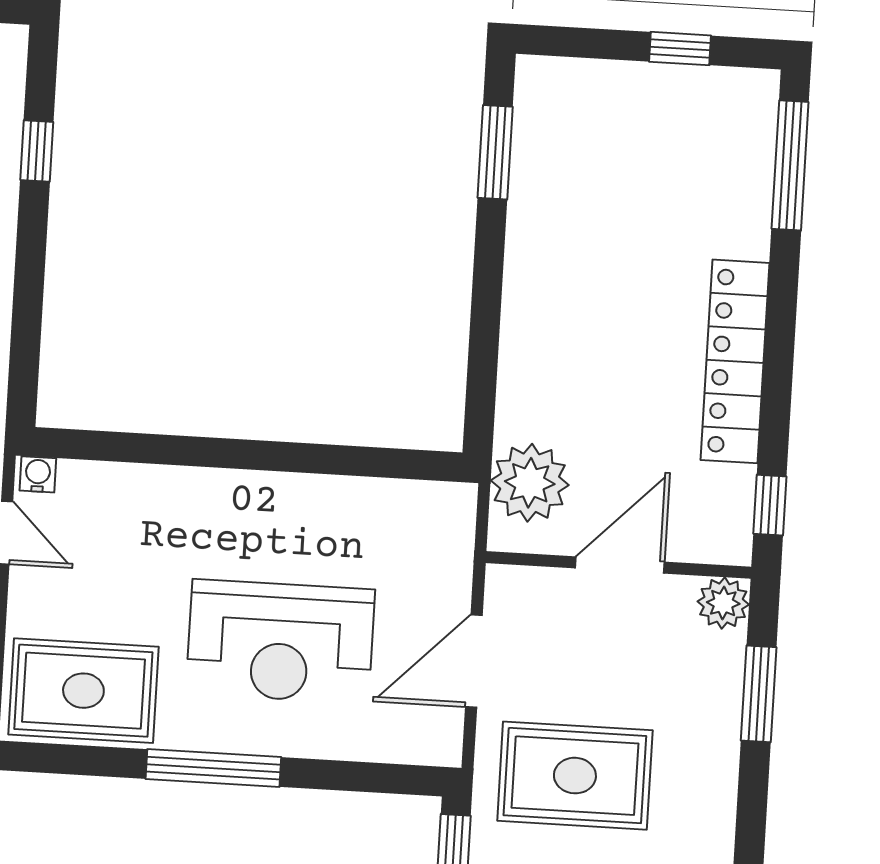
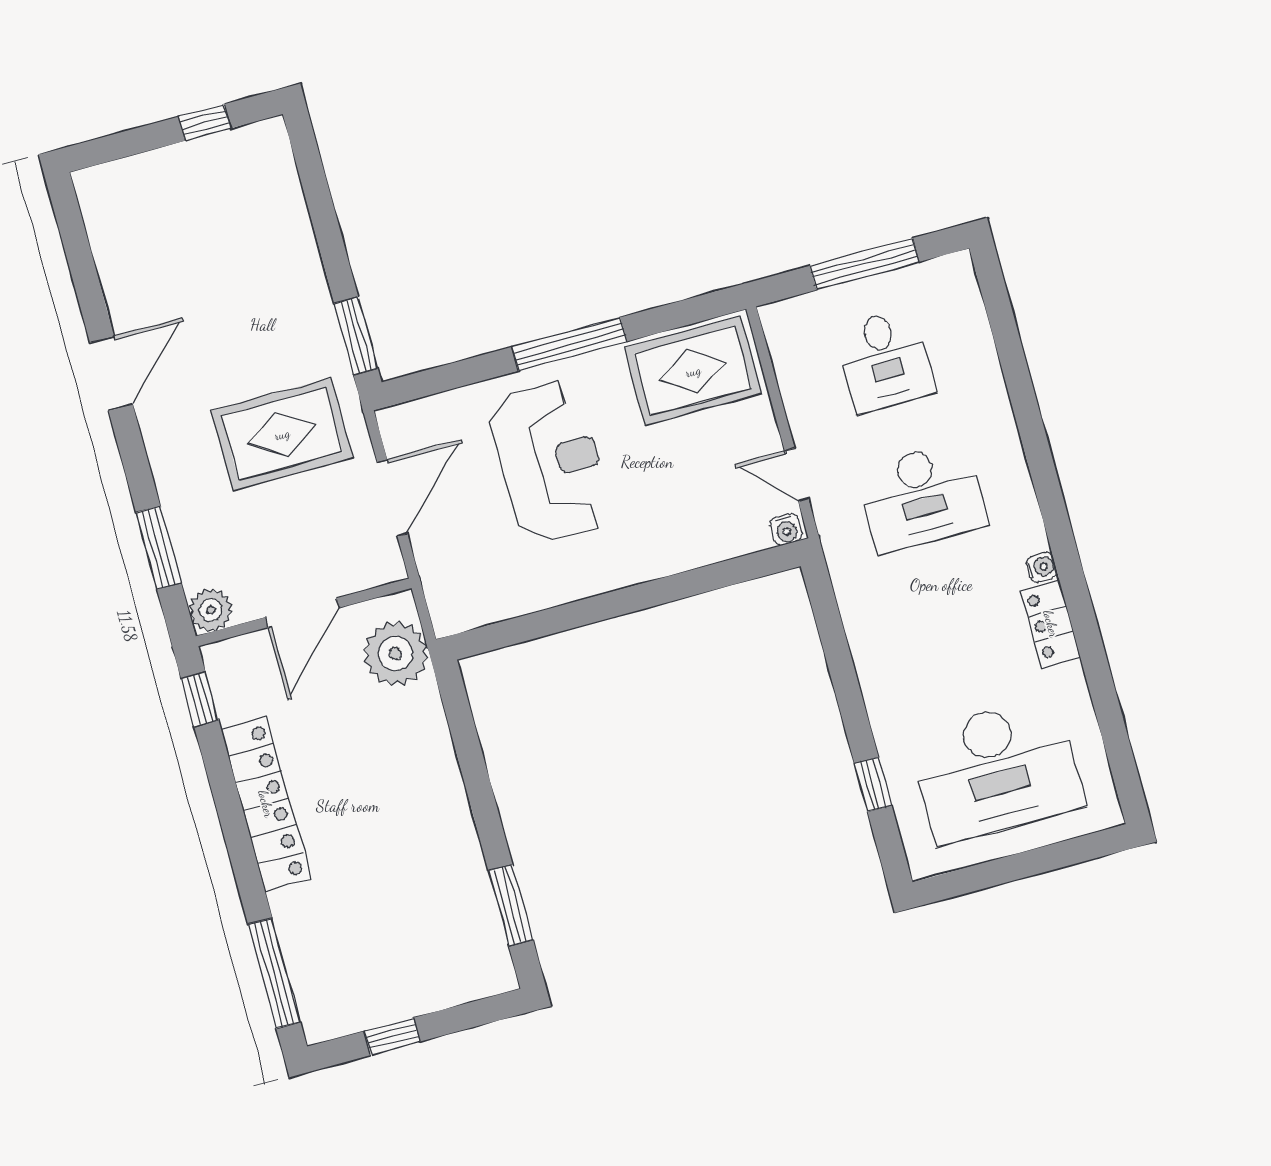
reception desk: (280, 641) -> (550, 462), turned 90

